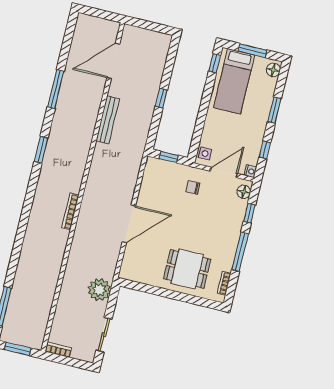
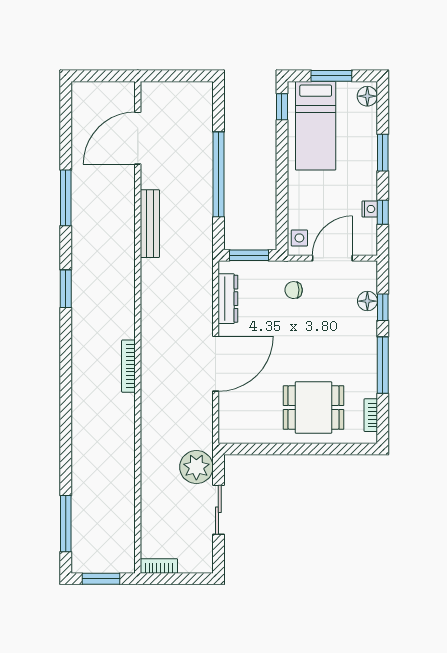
window: (161, 98) -> (218, 174), width x3.17
window: (169, 157) -> (249, 255), width x1.50
nightstand: (250, 171) -> (370, 209), moved
dresser: (148, 183) -> (228, 299), added
floor lamp: (244, 192) -> (367, 301), moved
sliding door: (104, 335) -> (218, 510), moved

